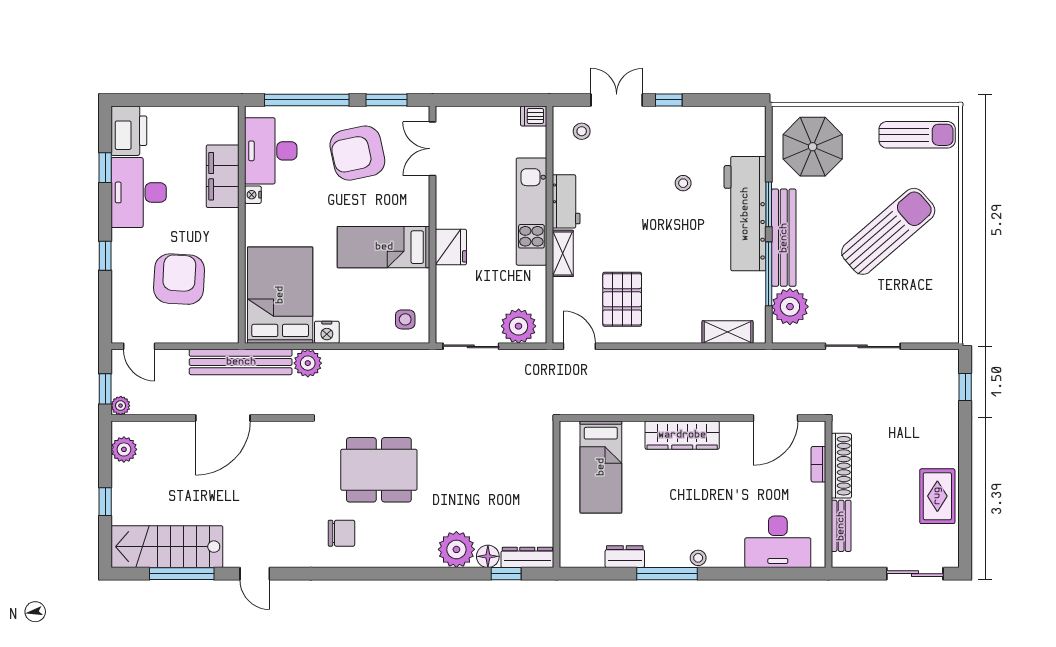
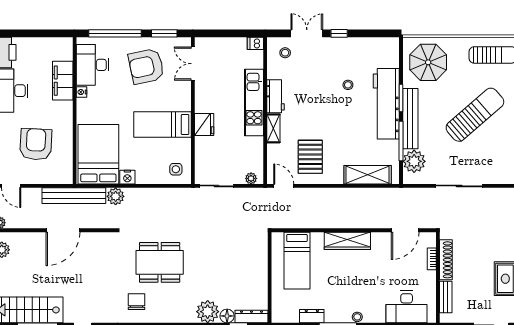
plant: (519, 326) -> (251, 178), width x0.53, depth x0.53
shelving: (728, 332) -> (368, 175), width x1.50, depth x1.33
chair: (341, 533) -> (136, 302), turned -90

